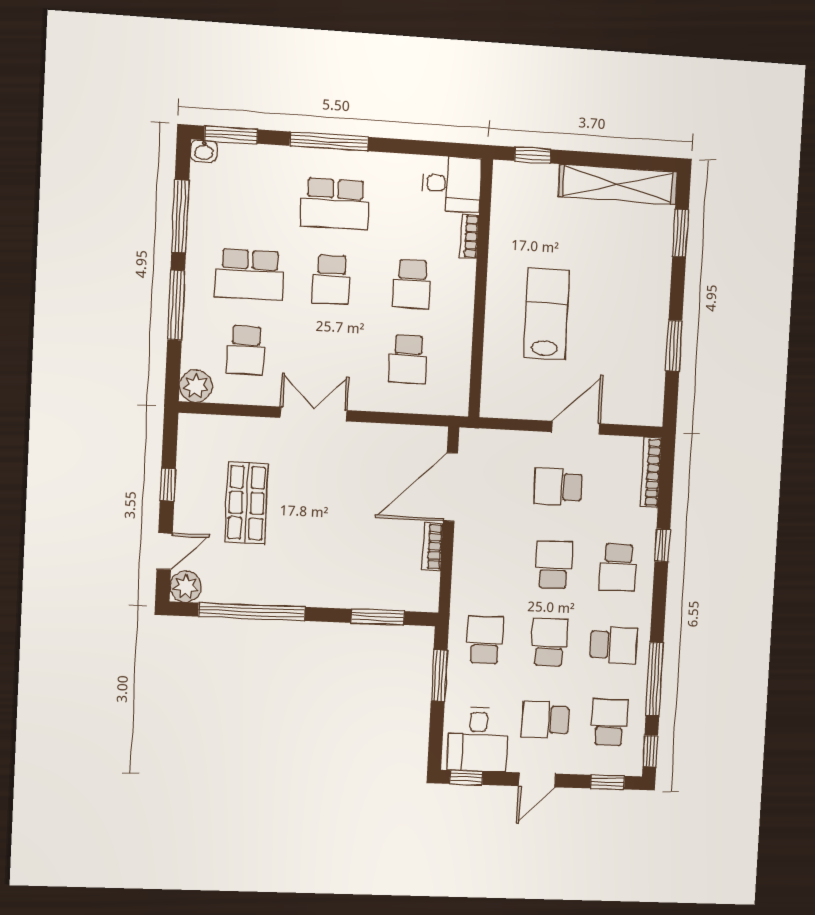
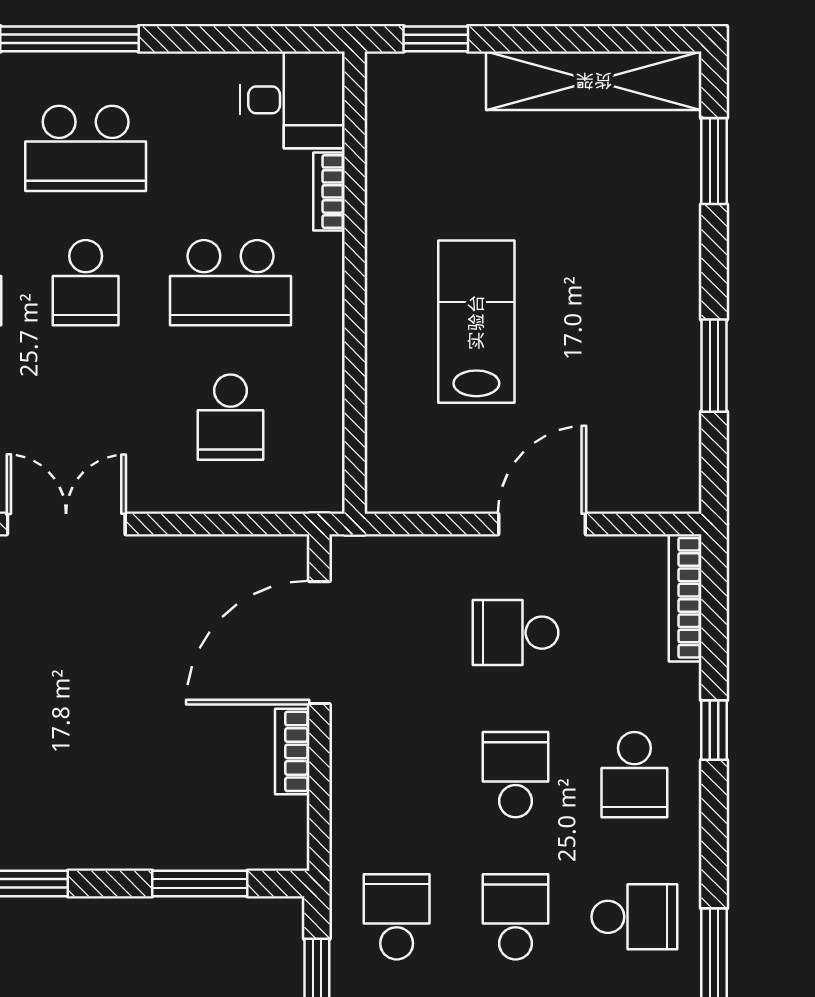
school desk: (412, 284) -> (230, 283), width x1.85

